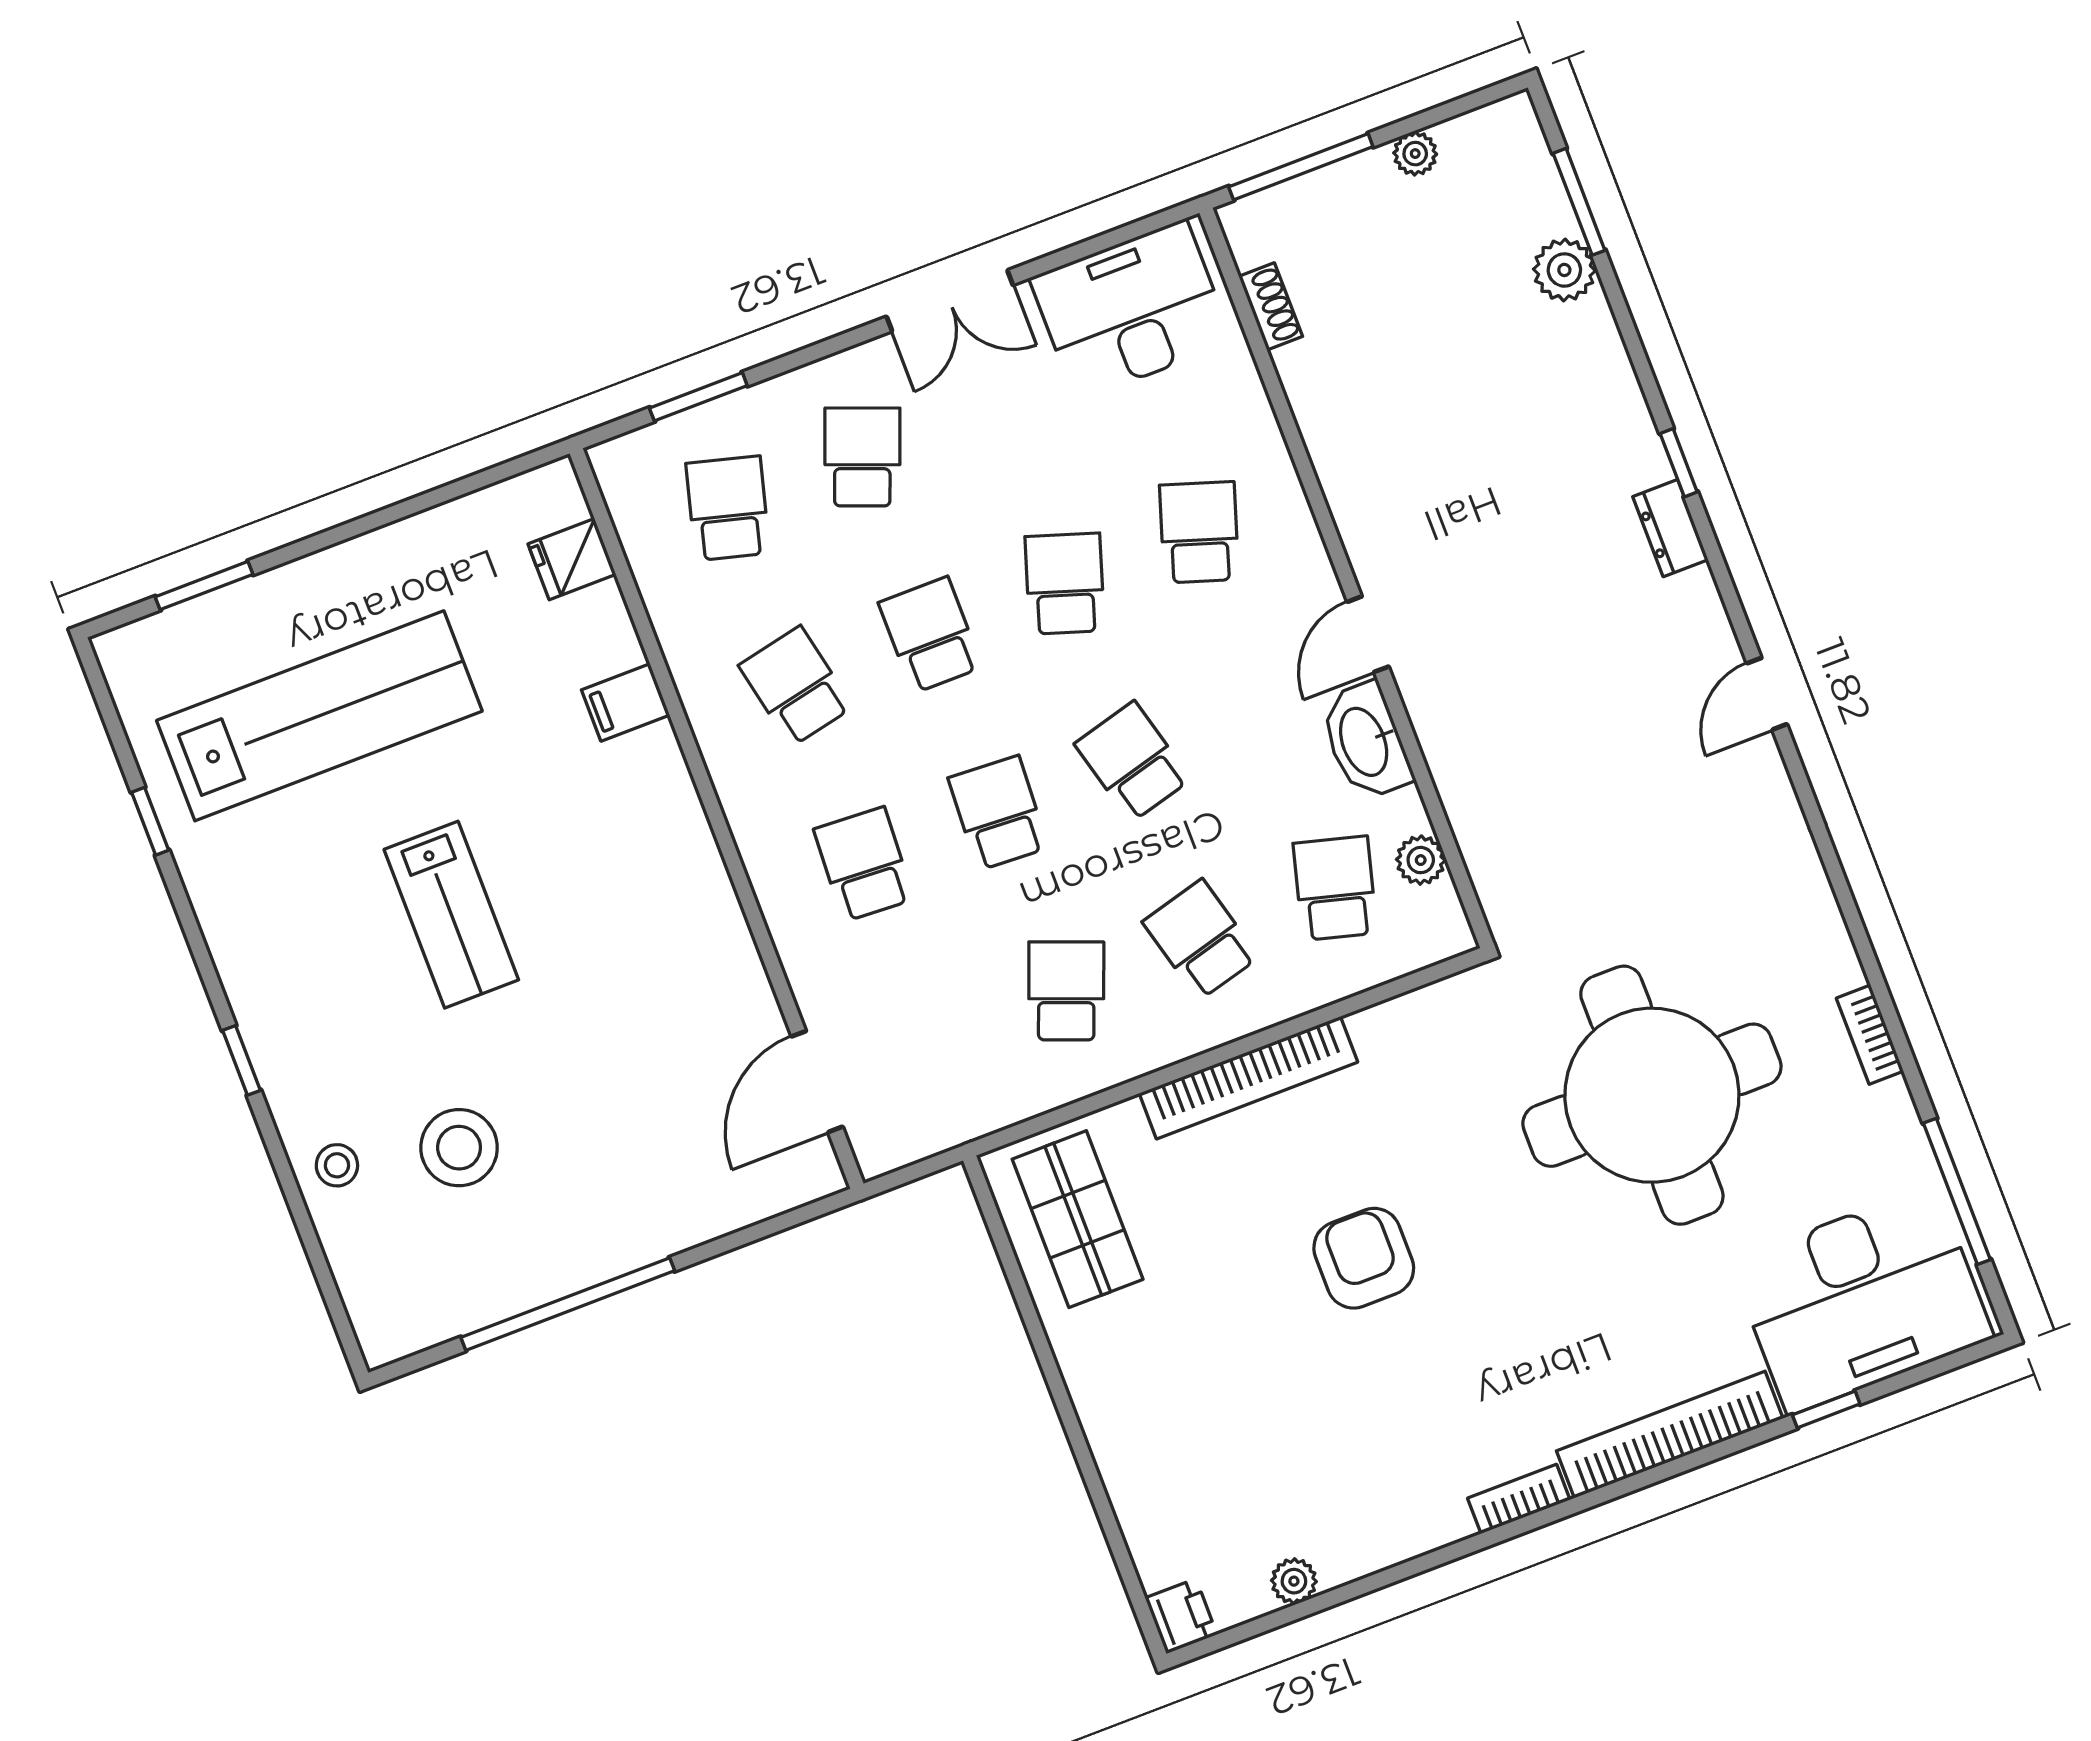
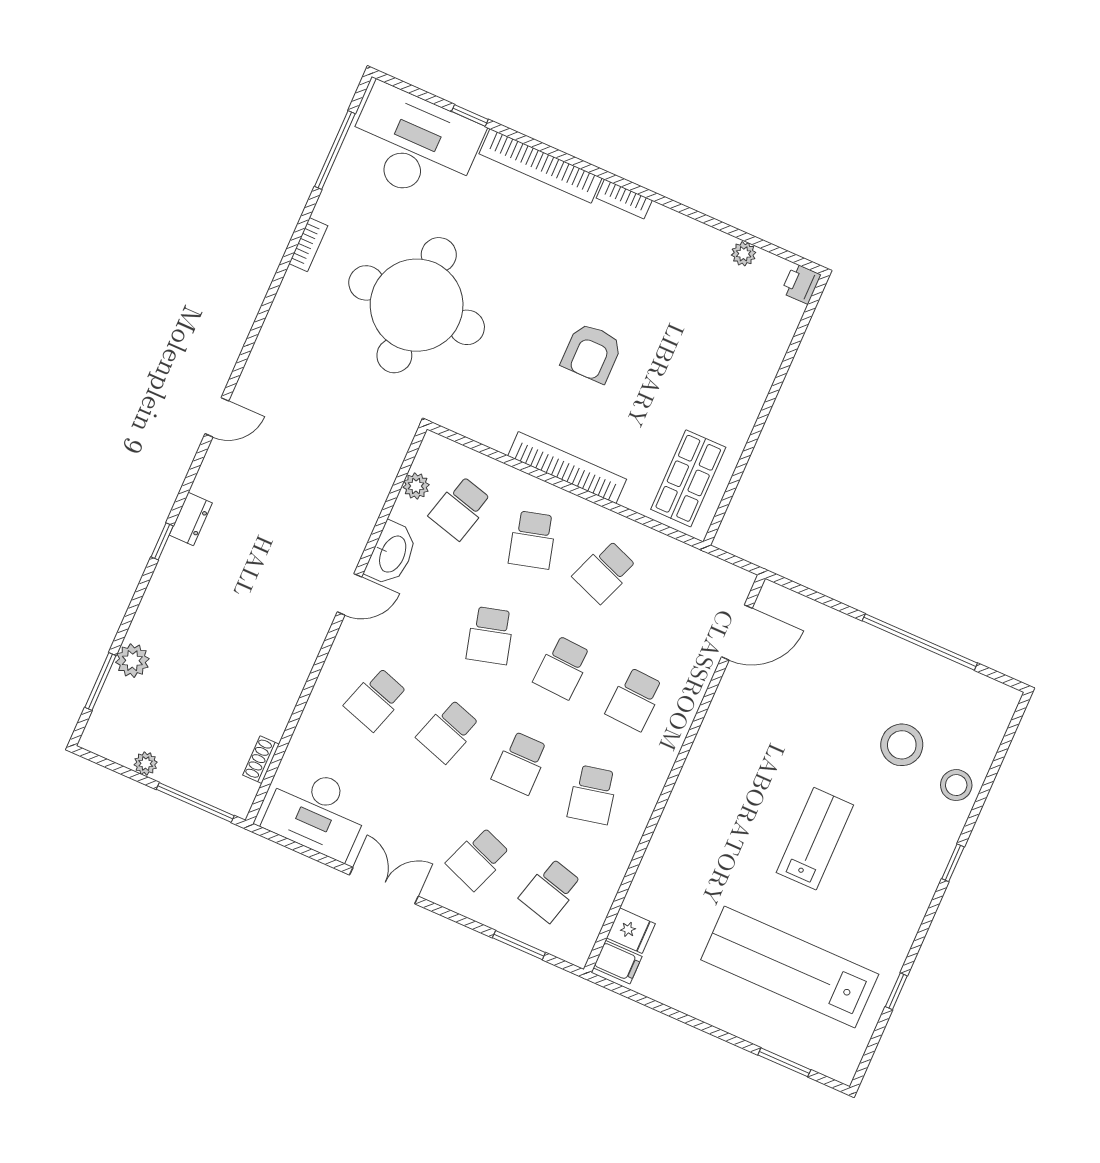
filing cabinet: (626, 702) -> (618, 962), moved
stool: (337, 1165) -> (956, 785), width x1.37, depth x1.37

